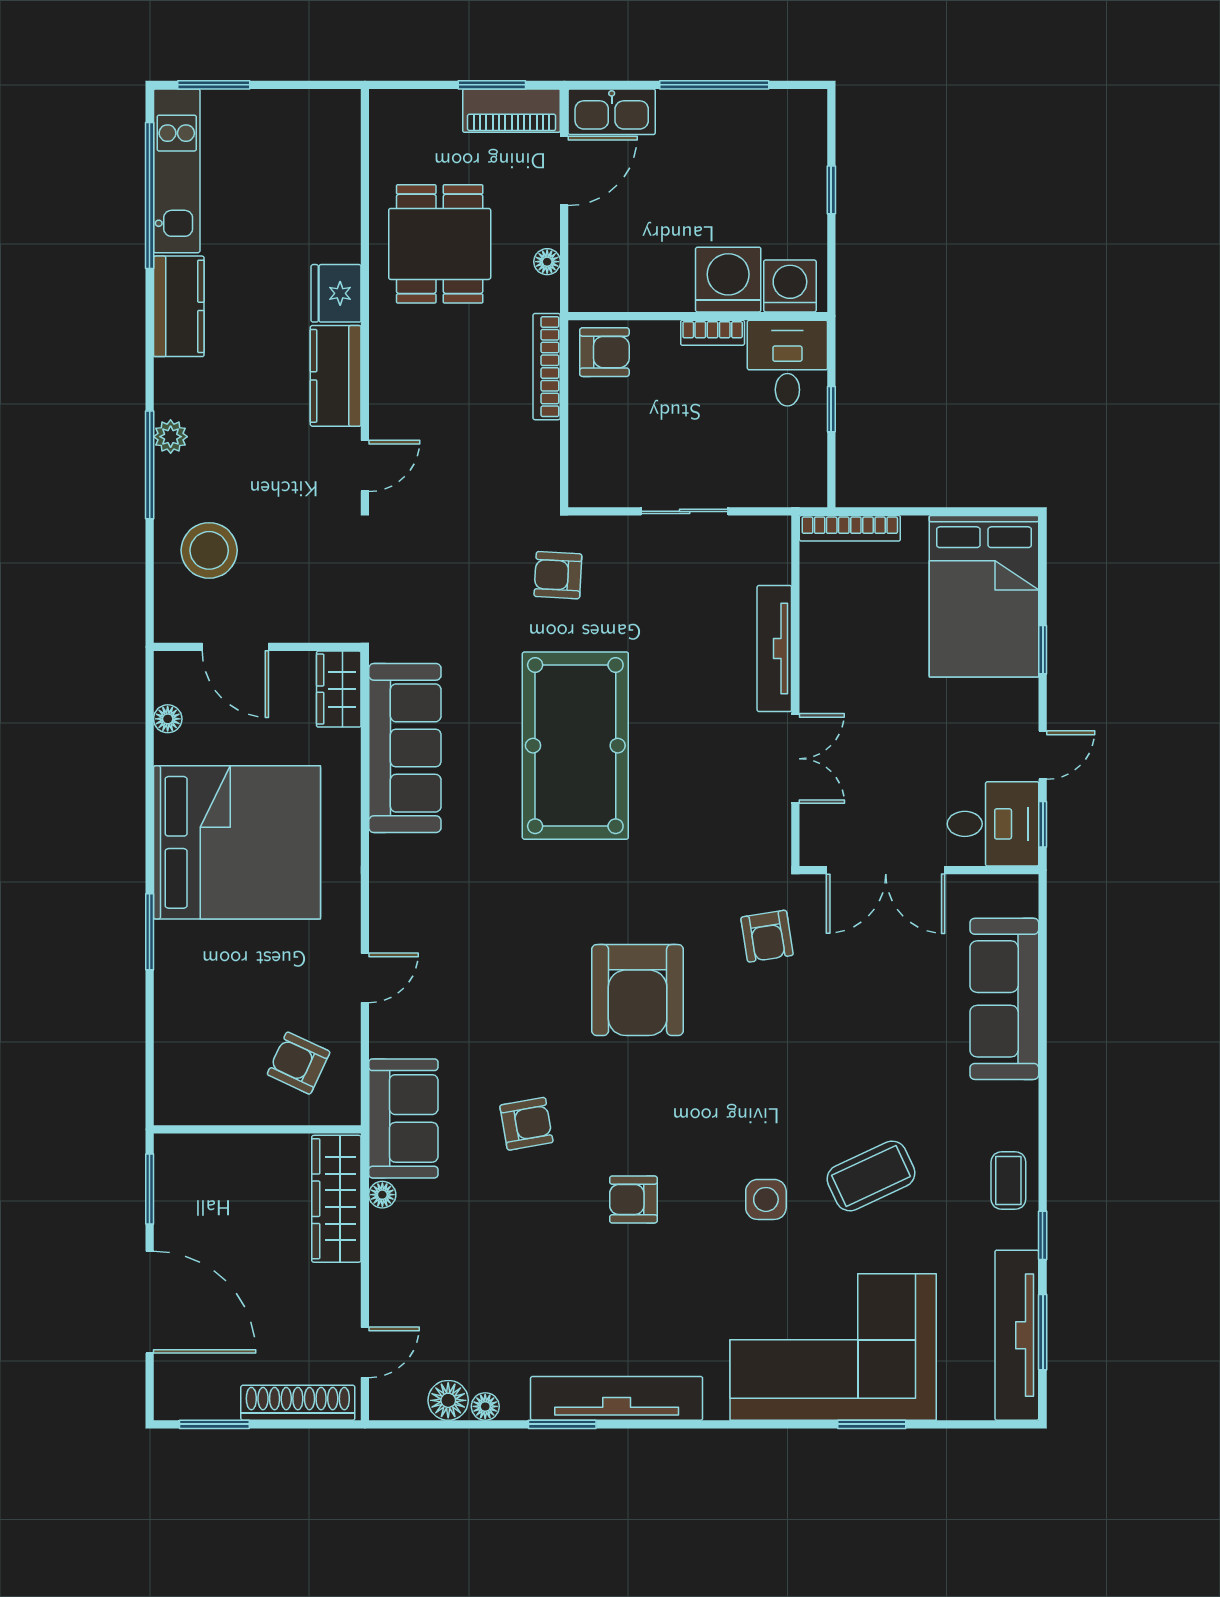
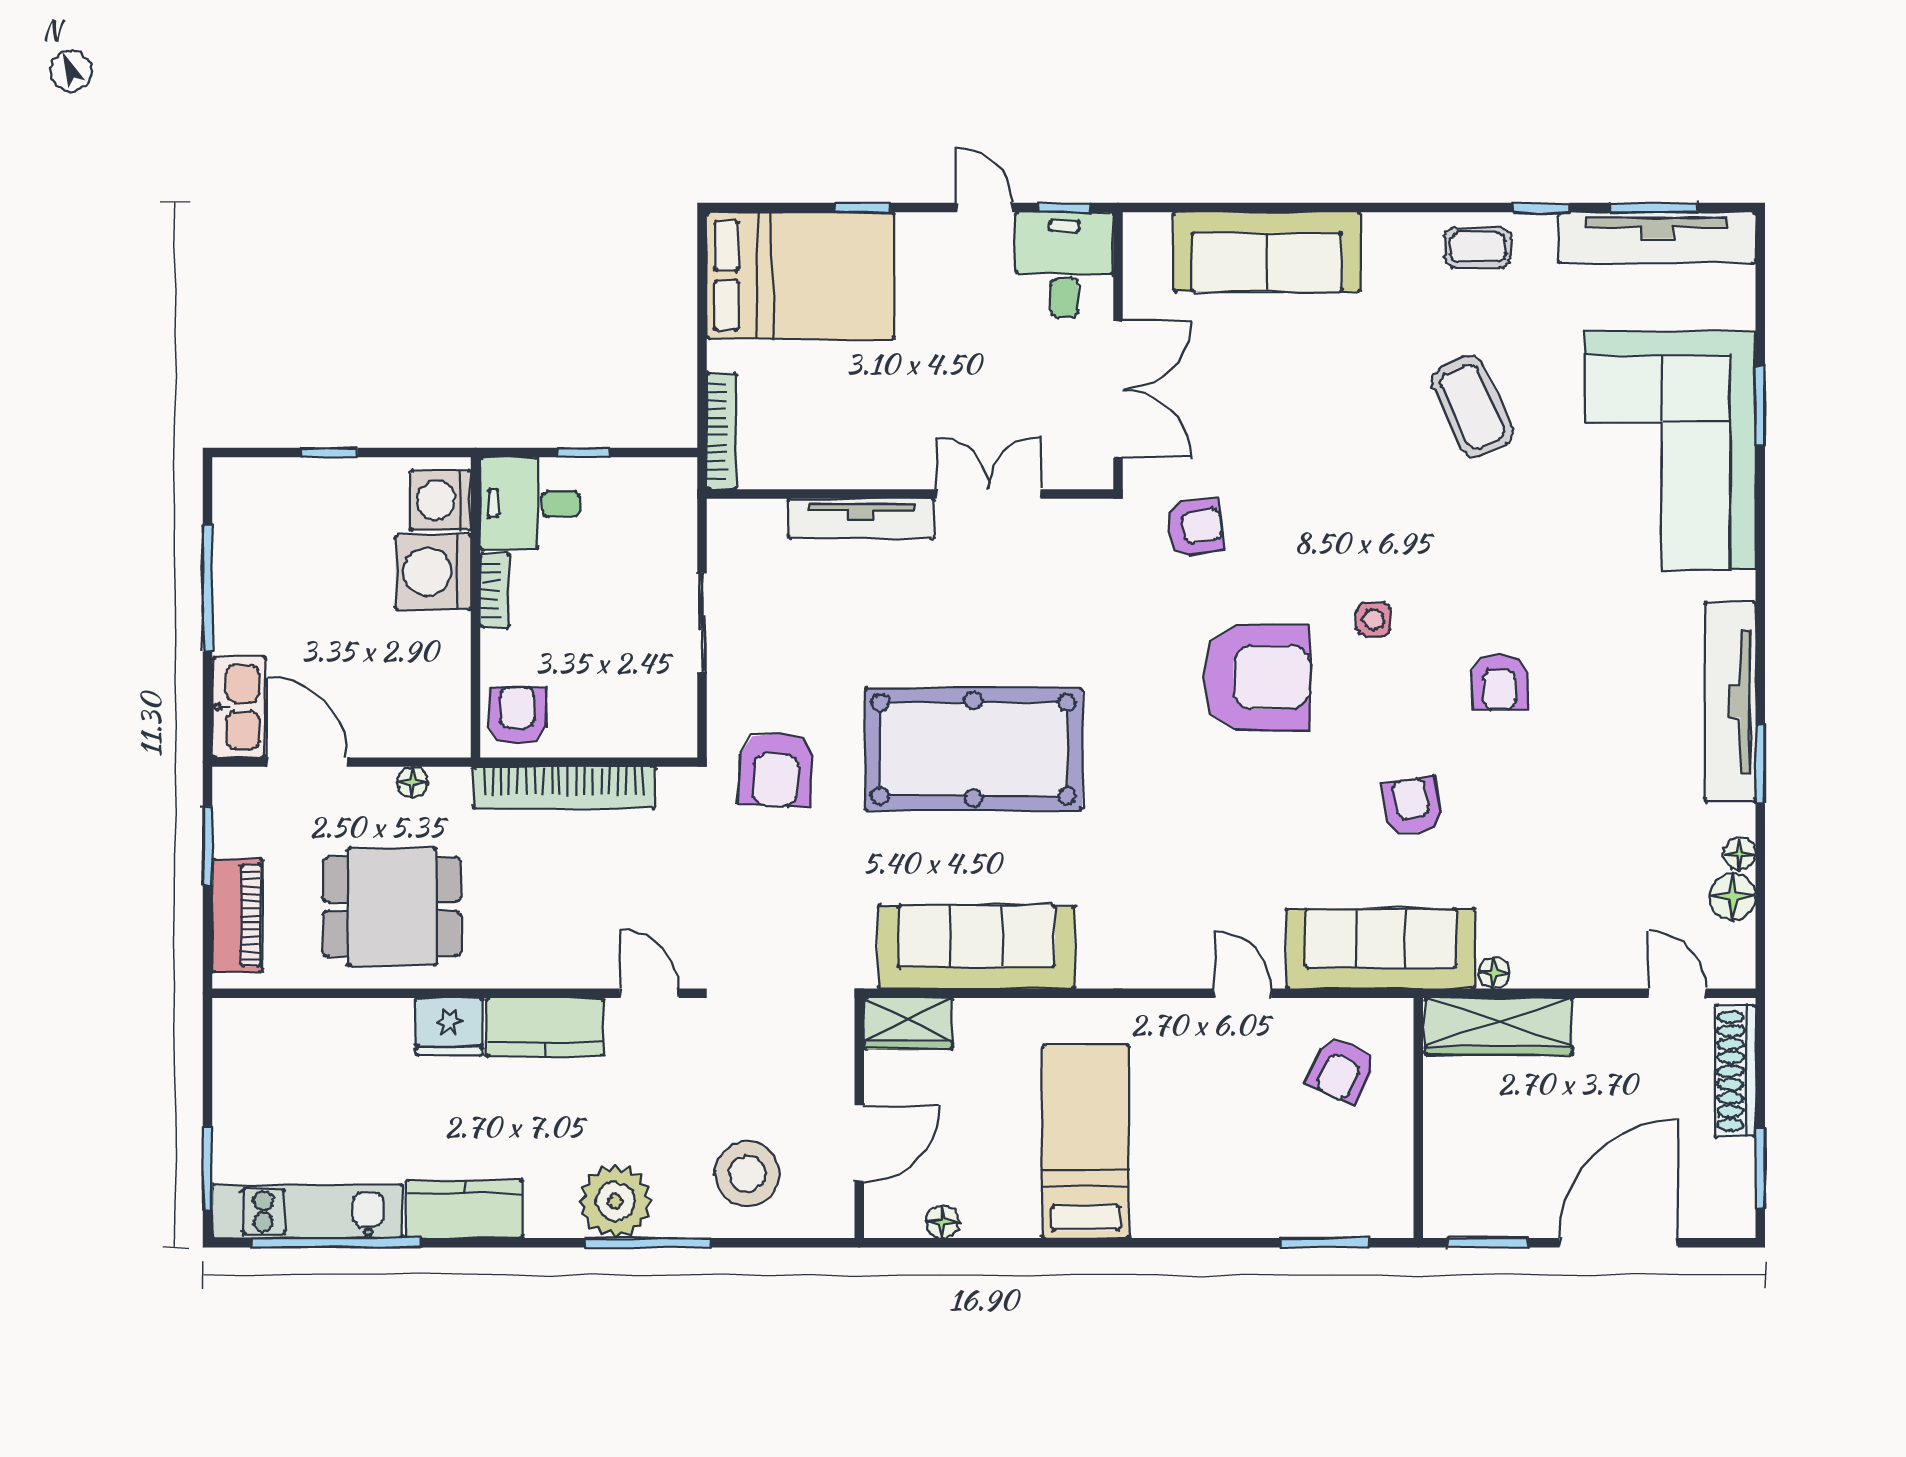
piano: (512, 111) -> (237, 915), moved
bookcase: (547, 367) -> (564, 787), width x1.48, depth x1.31
plant: (171, 437) -> (615, 1201), width x1.87, depth x1.87
armchair: (558, 575) -> (776, 769), width x1.38, depth x1.38
bed: (237, 842) -> (1086, 1142), width x0.49
window: (150, 932) -> (1325, 1243), moved
sofa: (403, 1118) -> (1381, 949), width x1.36
side table: (766, 1199) -> (1374, 619), moved, width x0.73, depth x0.73

